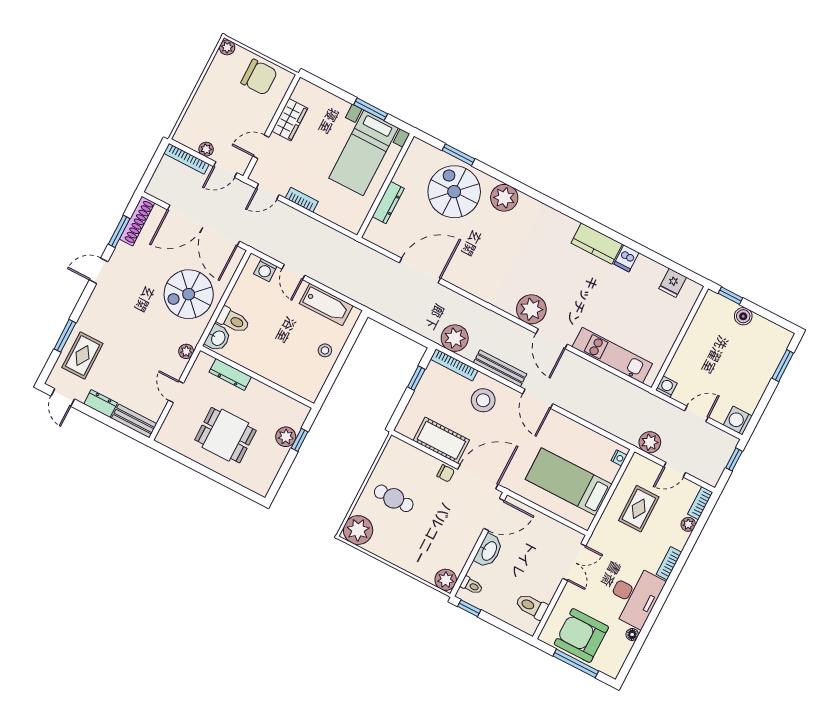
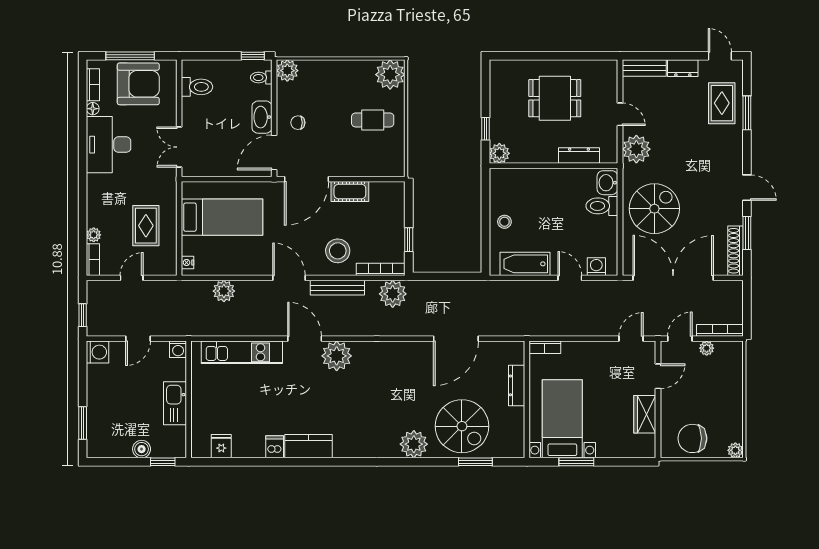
bookcase: (302, 200) -> (545, 347), moved
door: (99, 271) -> (747, 188), hinge flipped
kitchen sink: (694, 341) -> (175, 403), added
plant: (186, 351) -> (636, 149), width x1.88, depth x1.88
plant: (286, 437) -> (499, 153), moved
cot: (441, 440) -> (350, 191), width x0.73, depth x0.75
plant: (650, 442) -> (224, 291), moved
chair: (446, 473) -> (298, 123), moved
bookcase: (669, 563) -> (93, 85), moved

